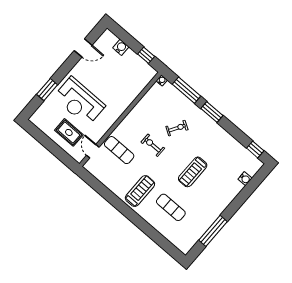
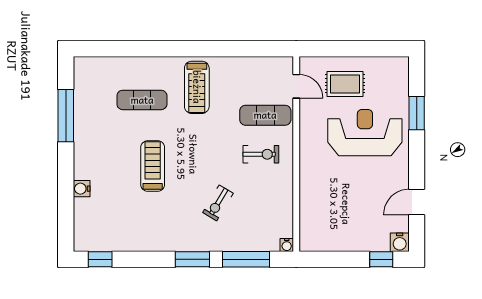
water cooler: (121, 47) -> (400, 242), moved
window: (146, 55) -> (381, 259), moved
exercise bike: (153, 145) -> (261, 154), moved
water cooler: (245, 179) -> (82, 189), moved

